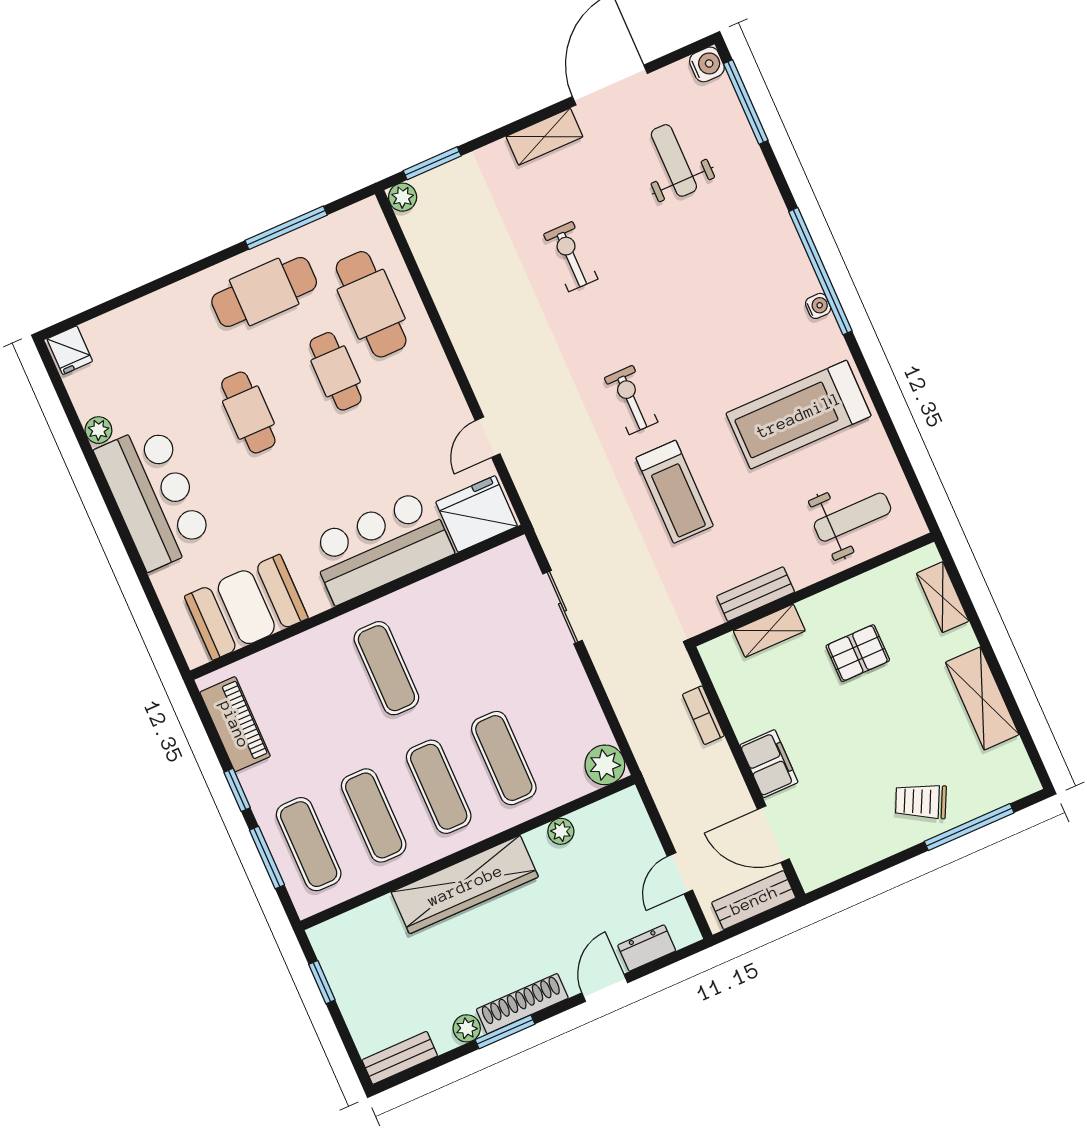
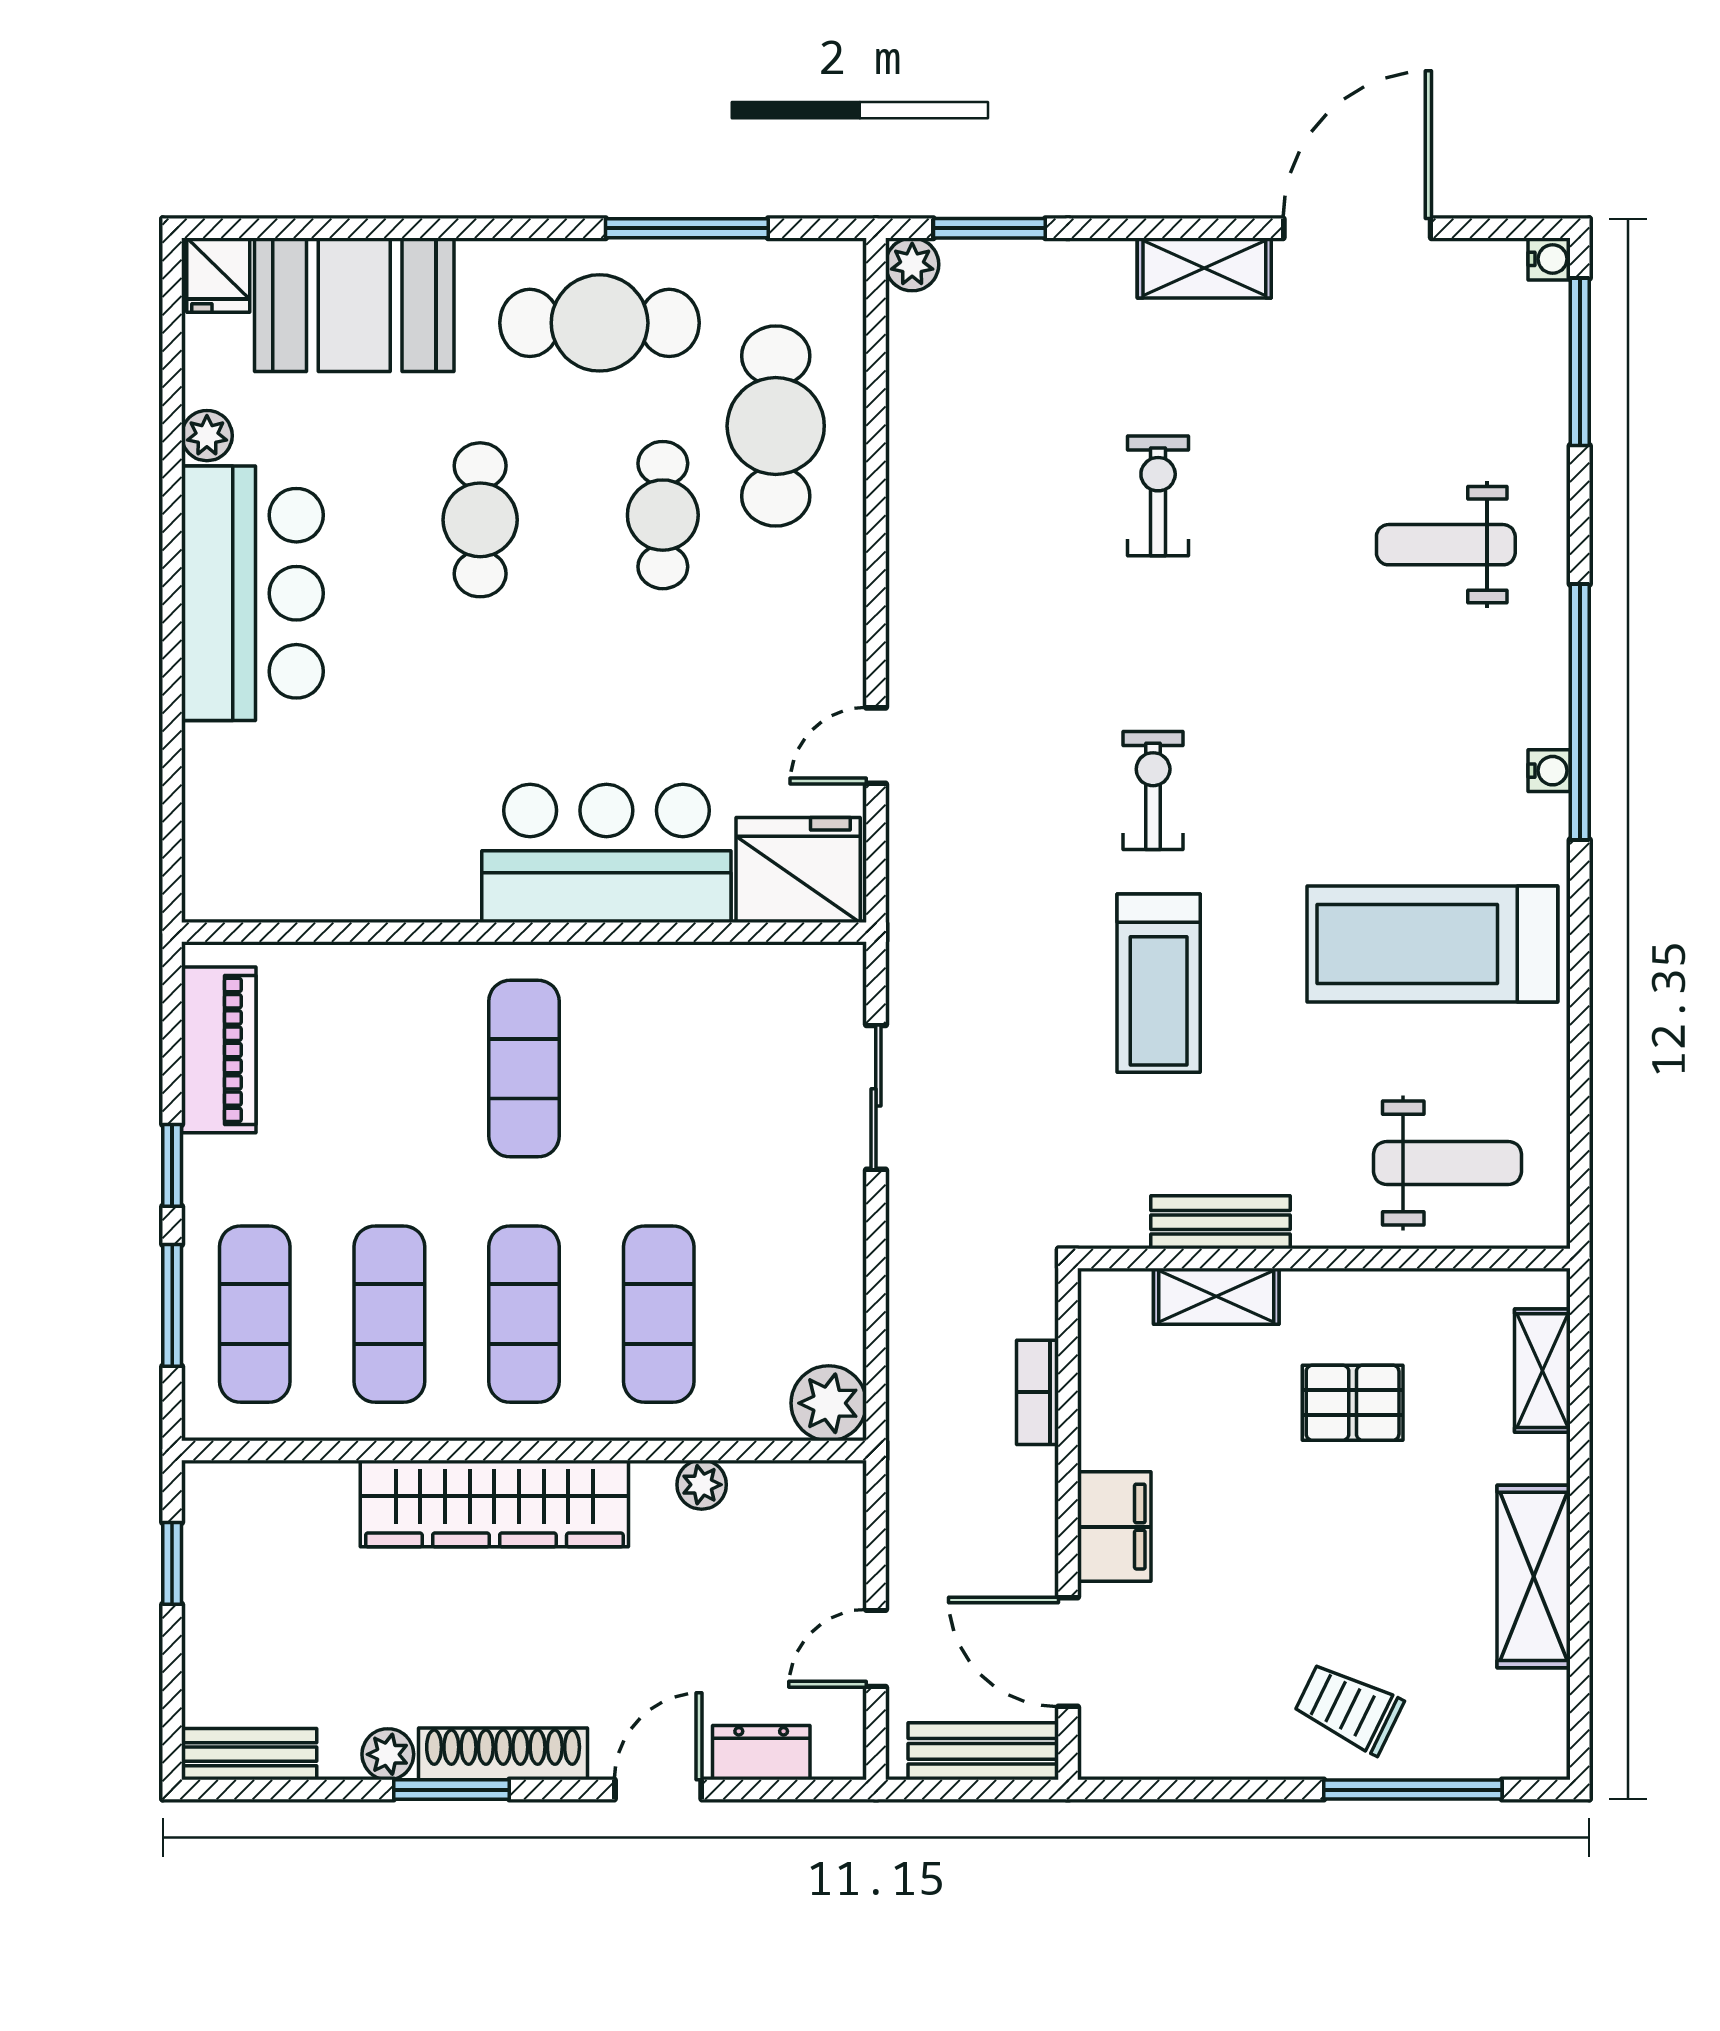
water cooler: (707, 64) -> (1549, 259), width x0.72, depth x0.72
weight bench: (674, 160) -> (1446, 545), moved, turned -90
booth: (246, 607) -> (354, 305), moved

